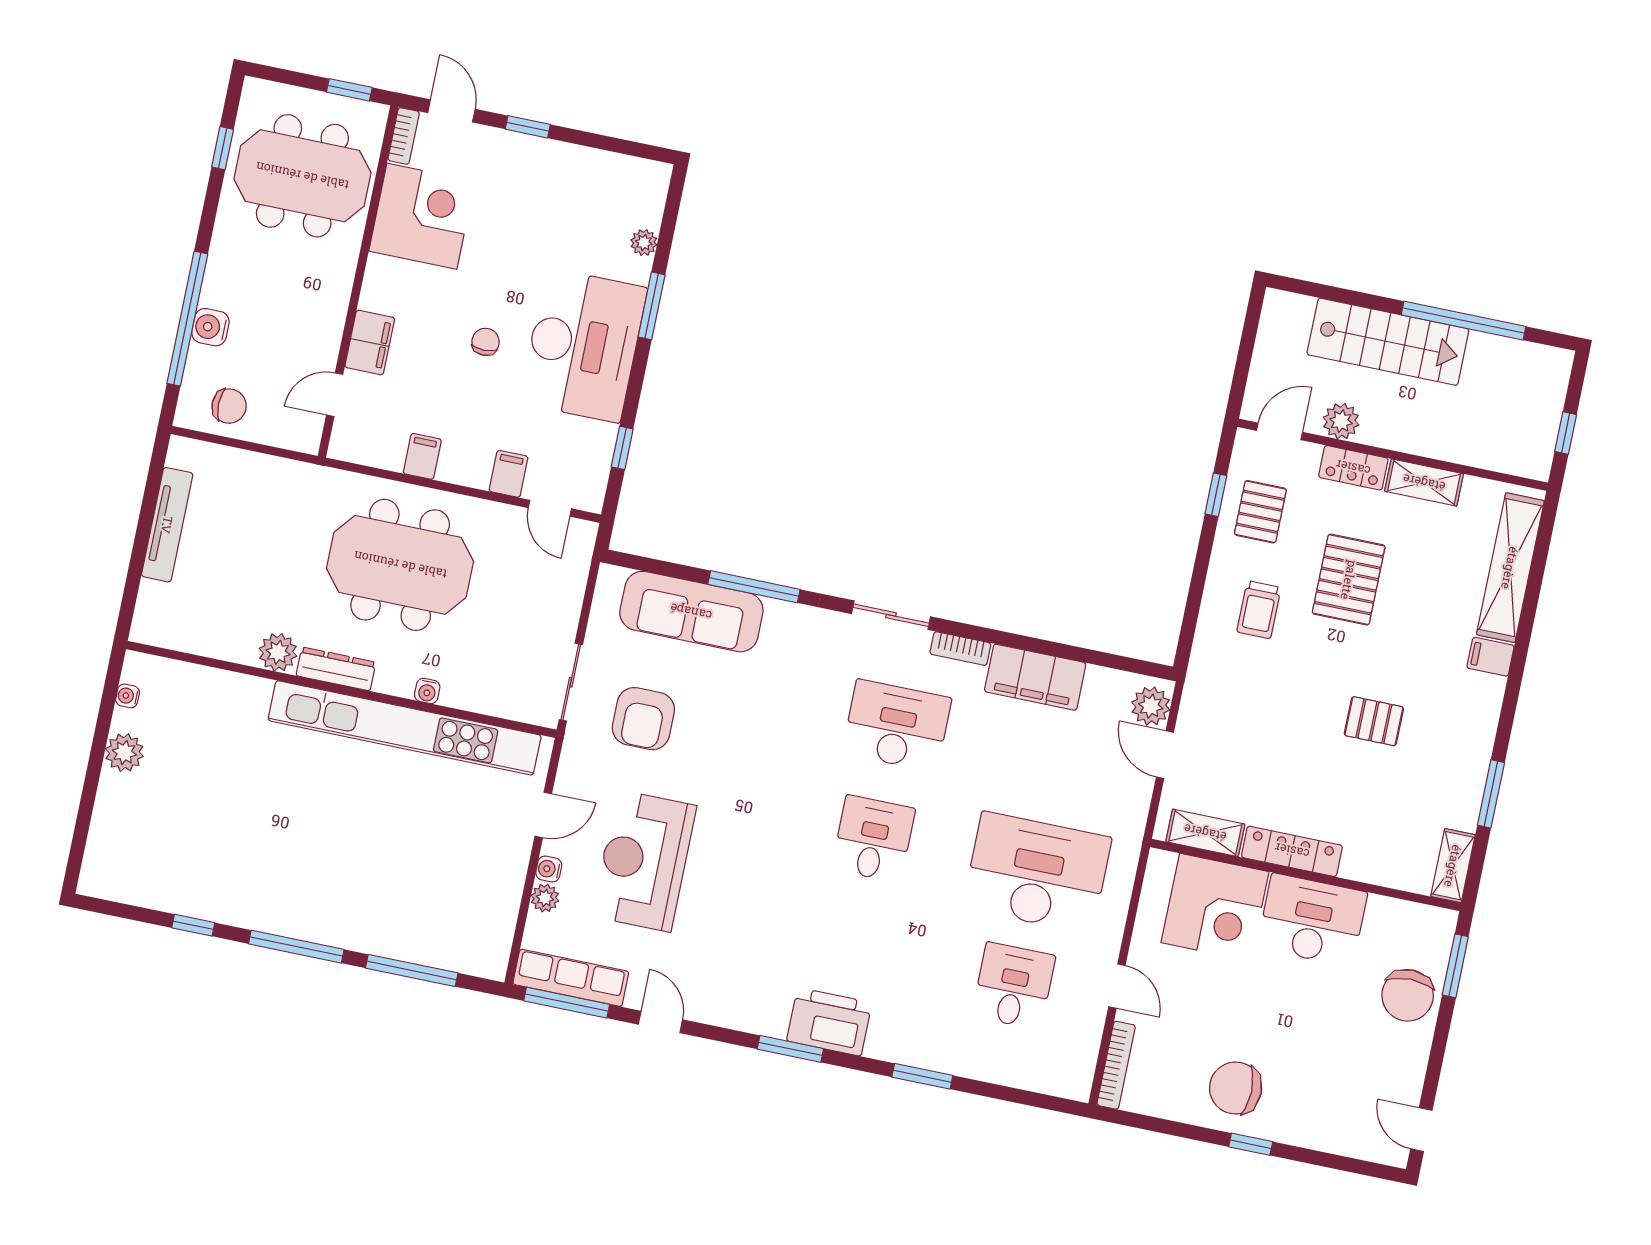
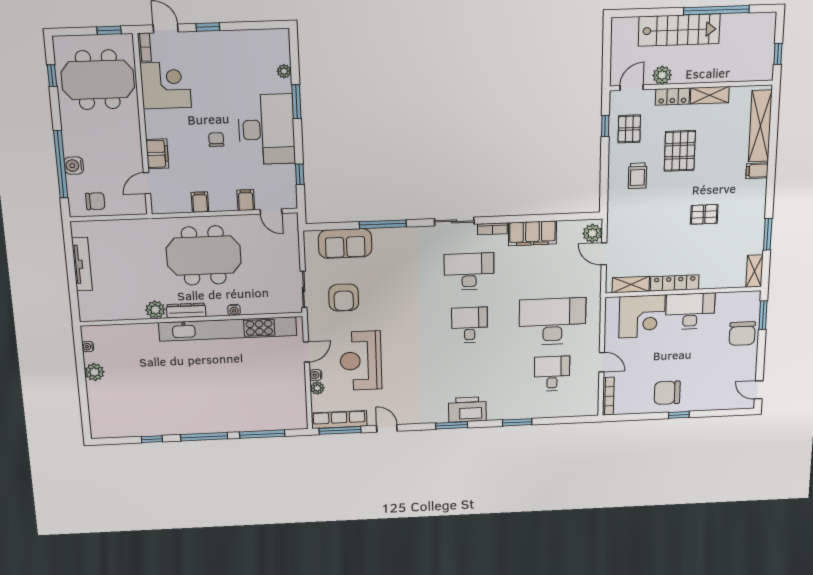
sofa: (691, 612) -> (345, 243), width x0.73

